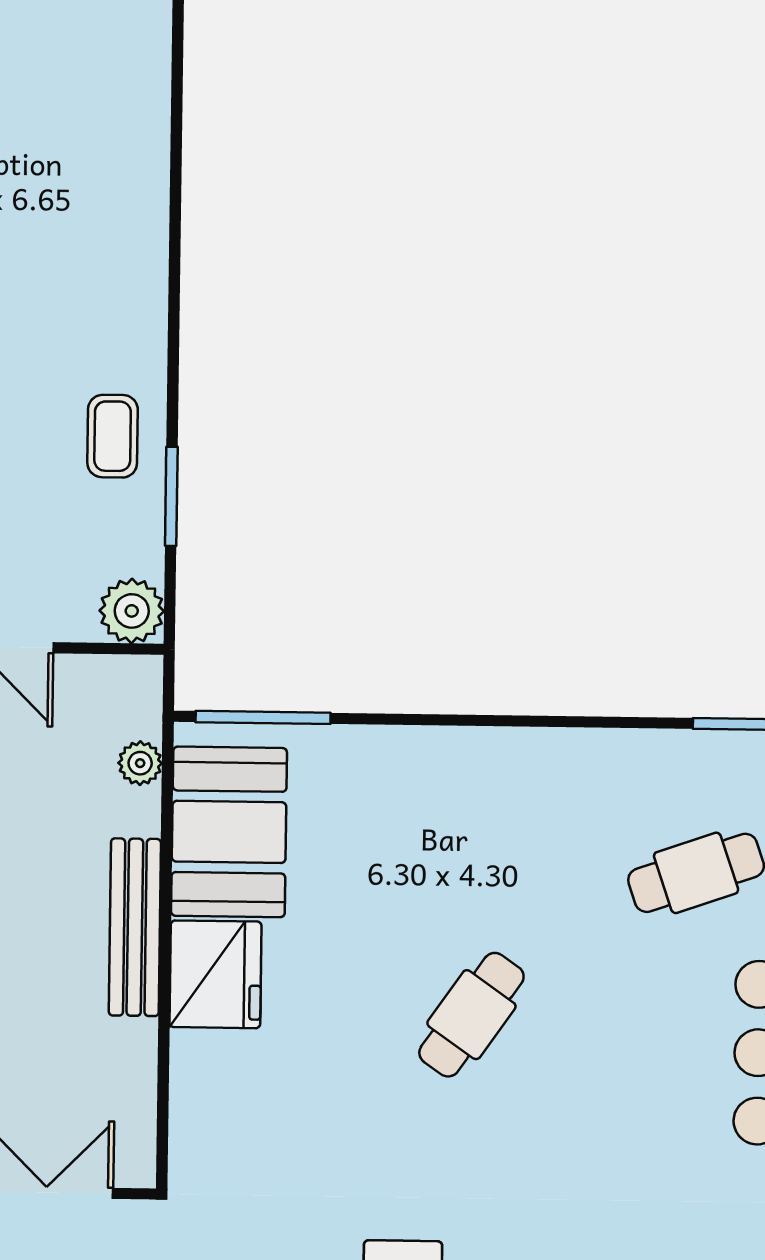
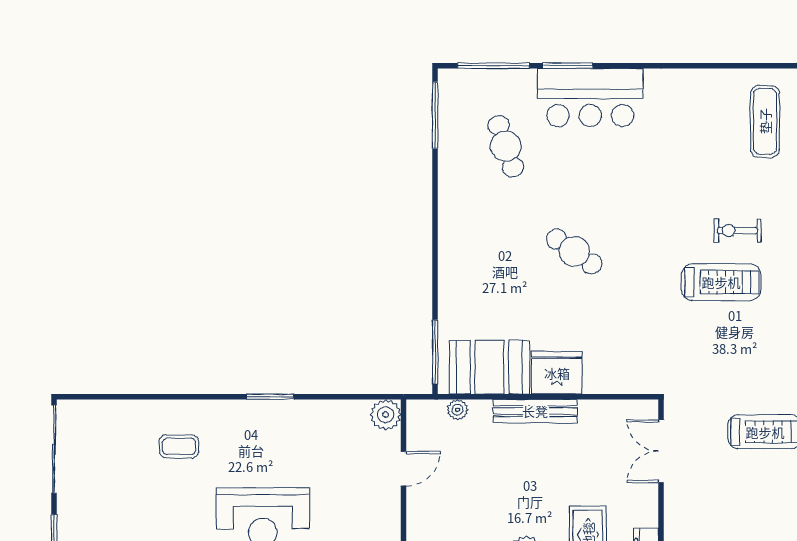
coffee table: (113, 436) -> (179, 446), moved
window: (171, 496) -> (270, 397), moved

